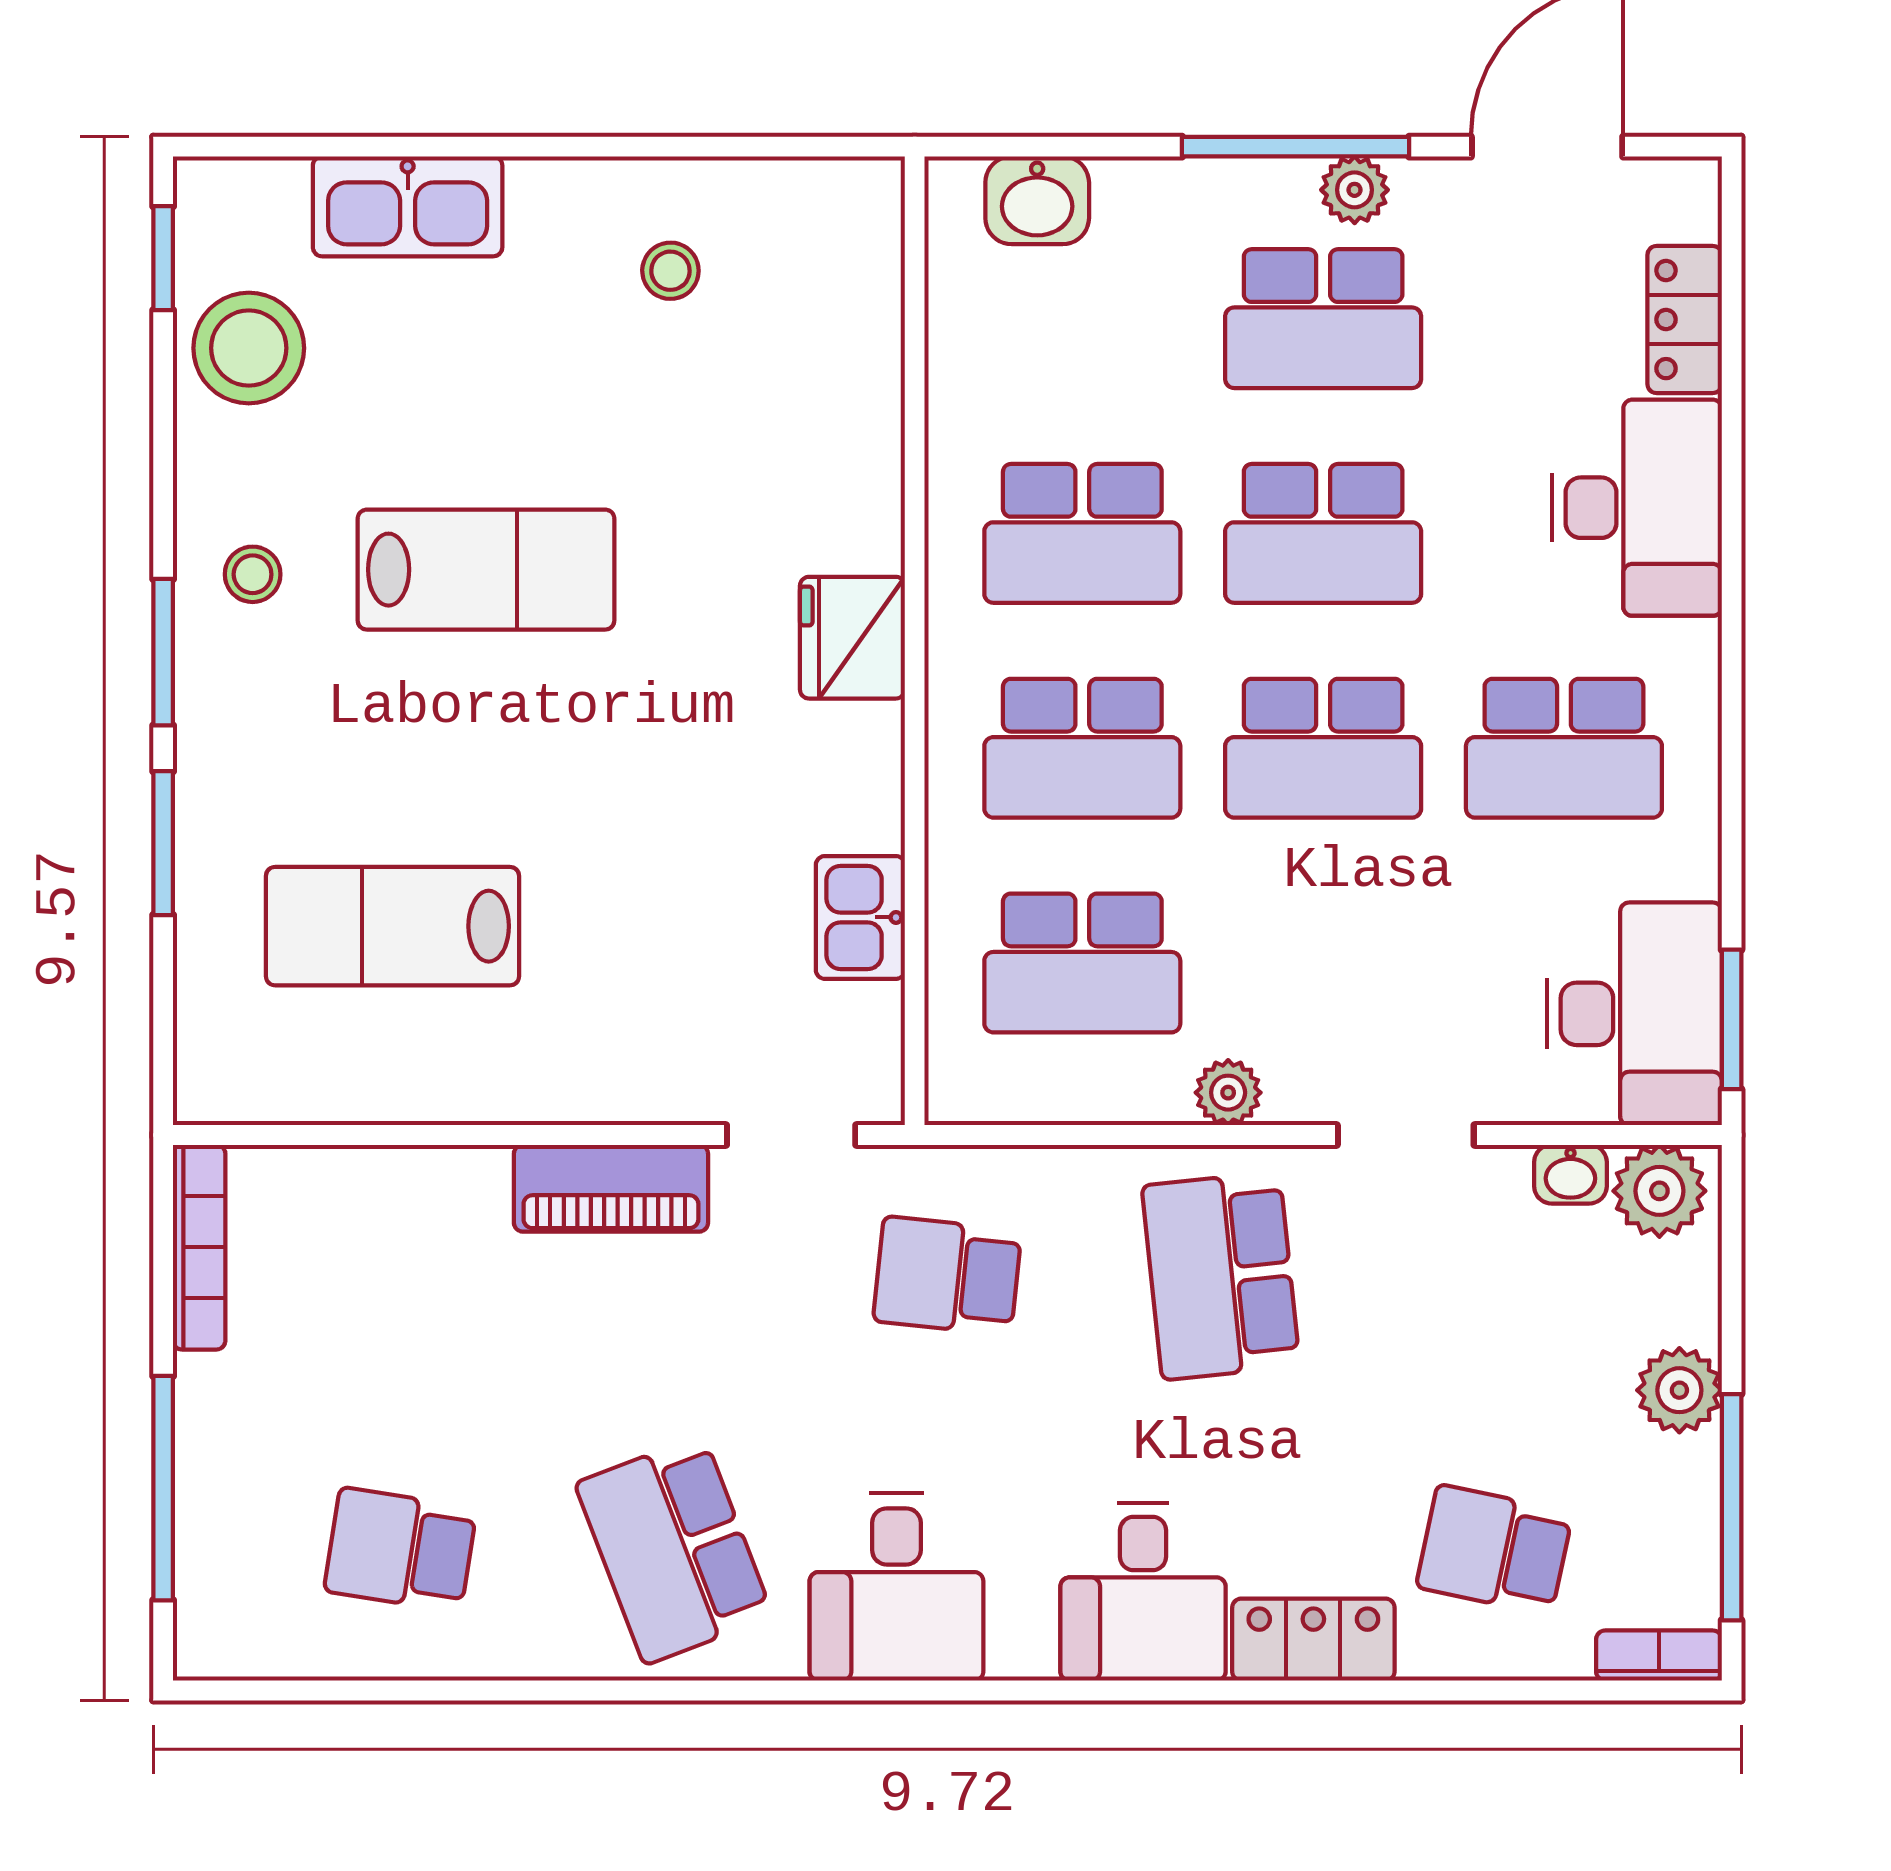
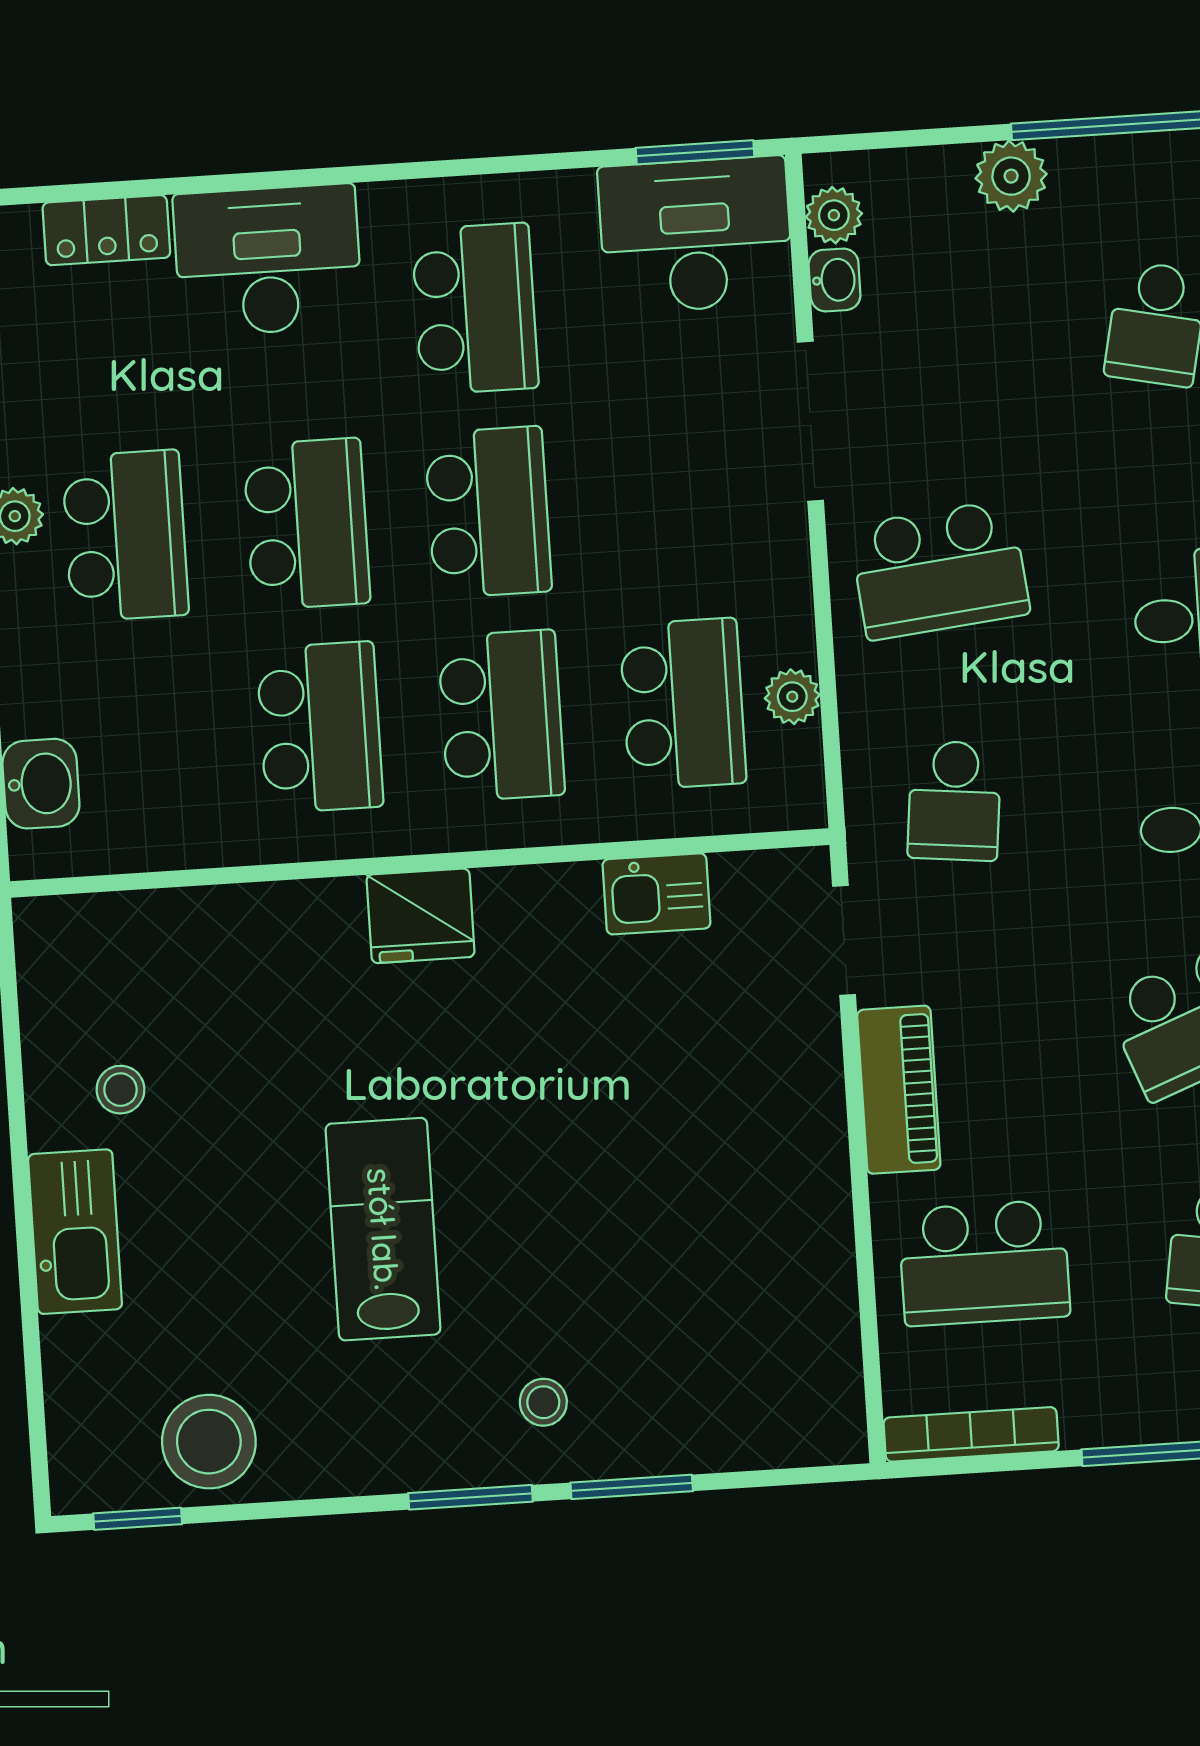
kitchen sink: (408, 206) -> (75, 1232), moved
stool: (253, 574) -> (543, 1402), moved
lab bench: (392, 926) -> (689, 1289), removed
plant: (1228, 1093) -> (792, 697), moved
doorway: (1406, 1135) -> (810, 421), width x1.38
plant: (1659, 1191) -> (834, 215), width x0.73, depth x0.73
school desk: (400, 1276) -> (984, 1263), added

